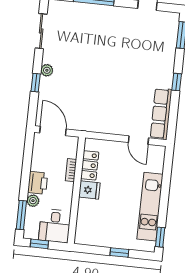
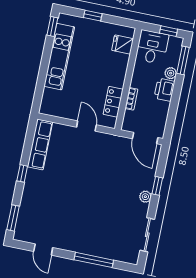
door: (138, 140) -> (86, 126), moved
fridge: (89, 190) -> (123, 45), moved

